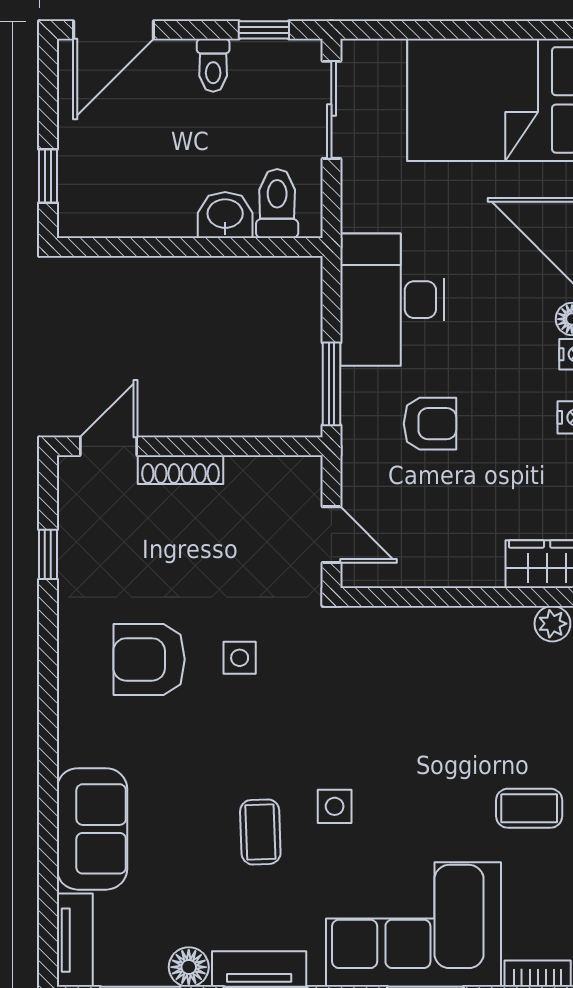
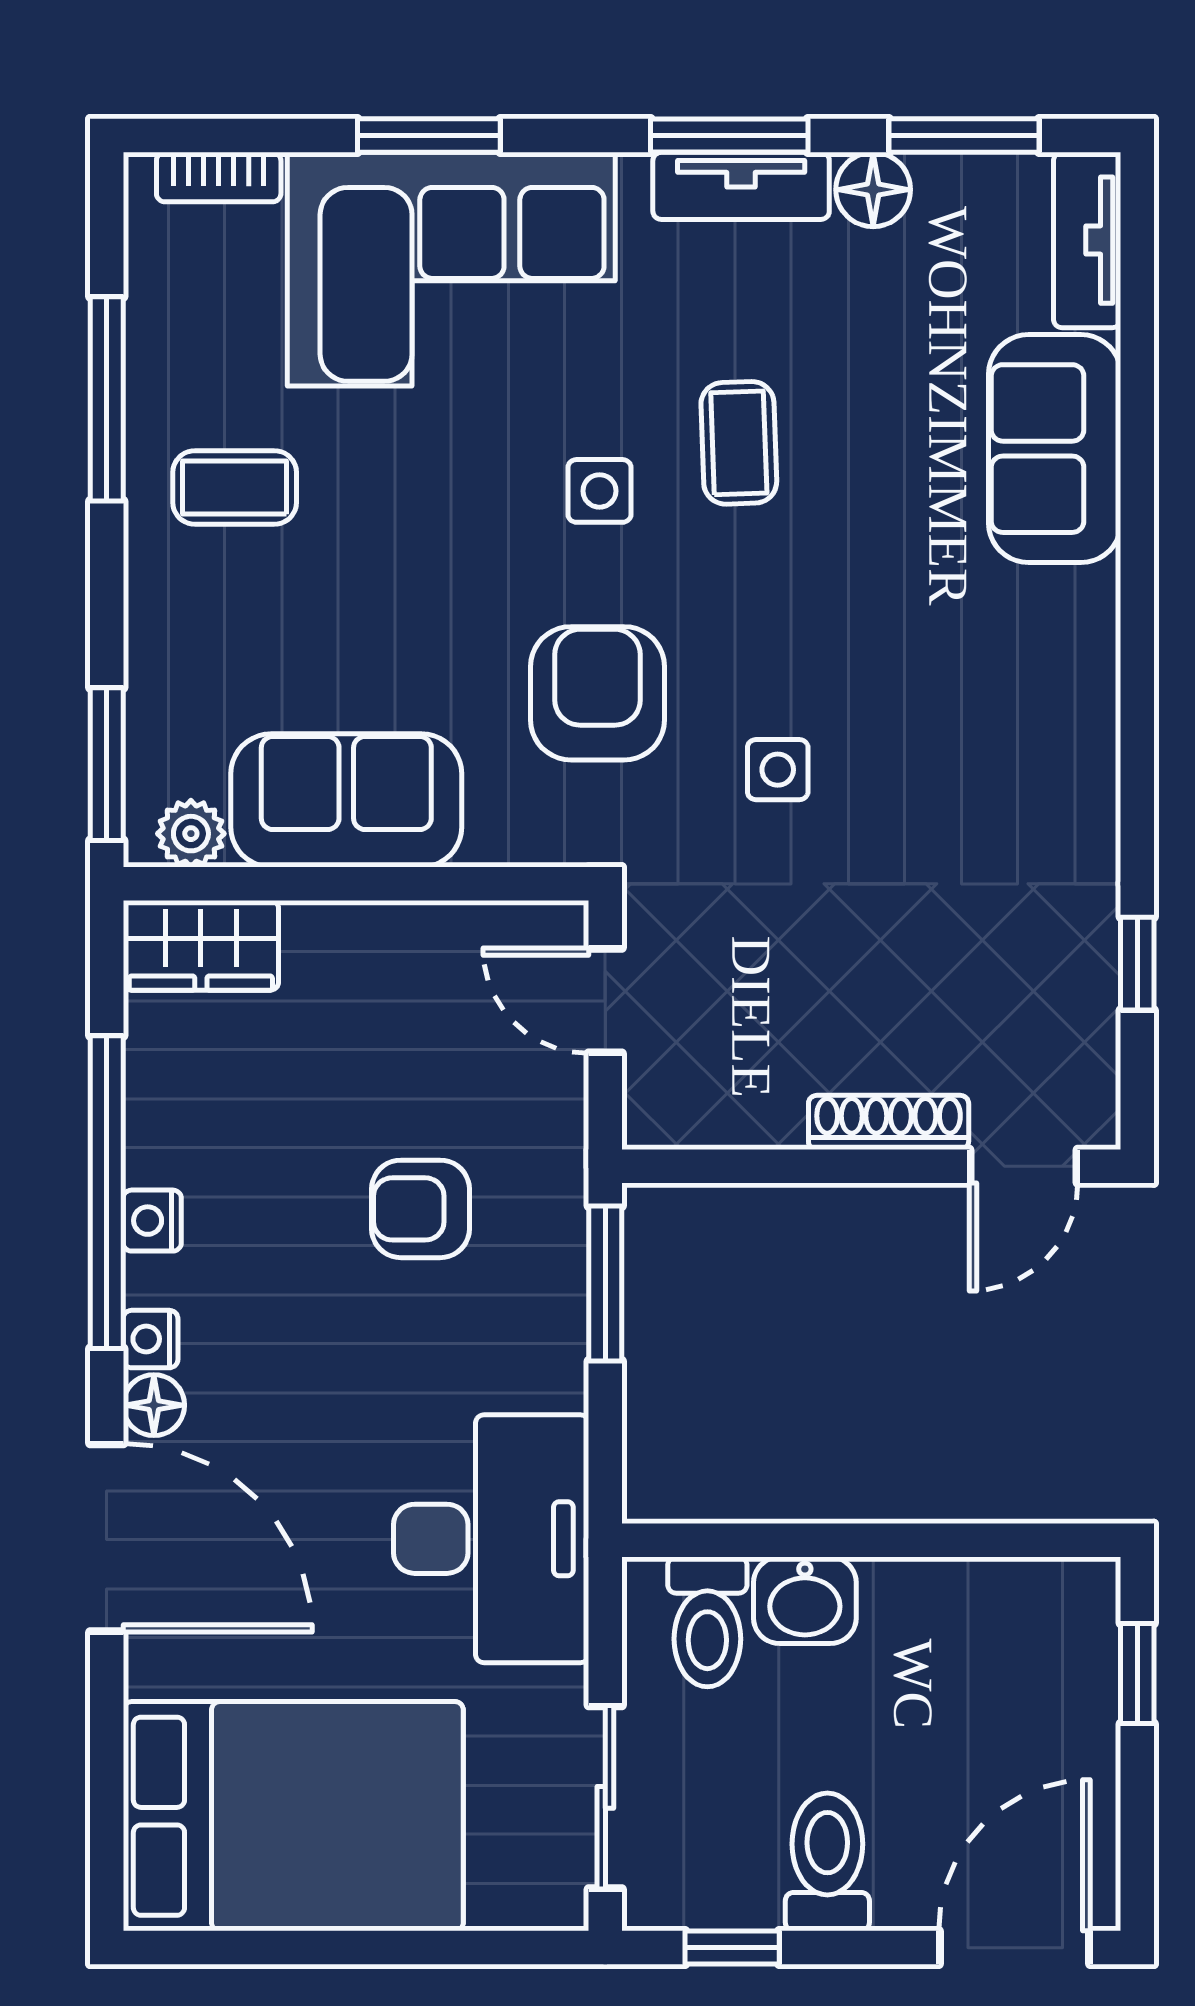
toilet: (213, 65) -> (827, 1862), width x1.37, depth x1.39
desk: (392, 300) -> (491, 1539), moved
sofa: (470, 641) -> (346, 800), added
armchair: (149, 659) -> (598, 693), moved, turned -90

